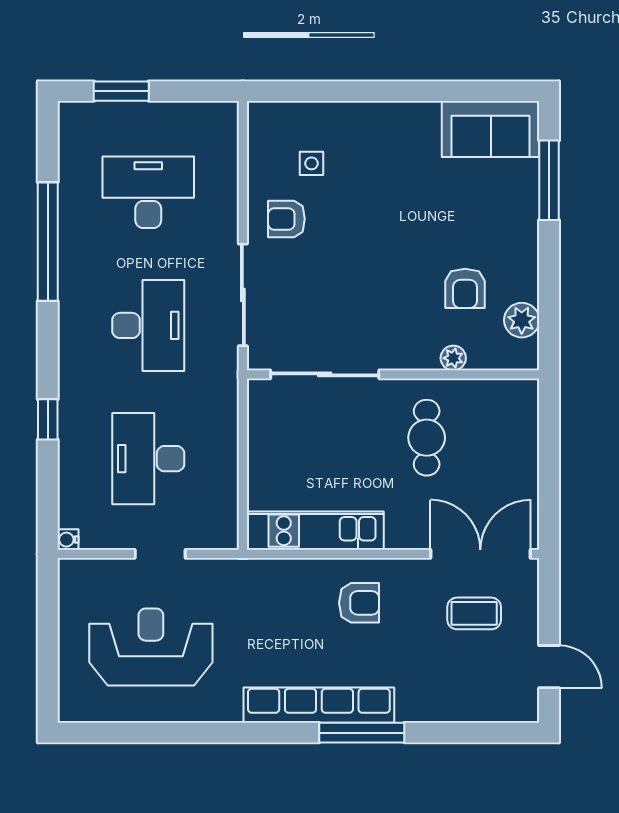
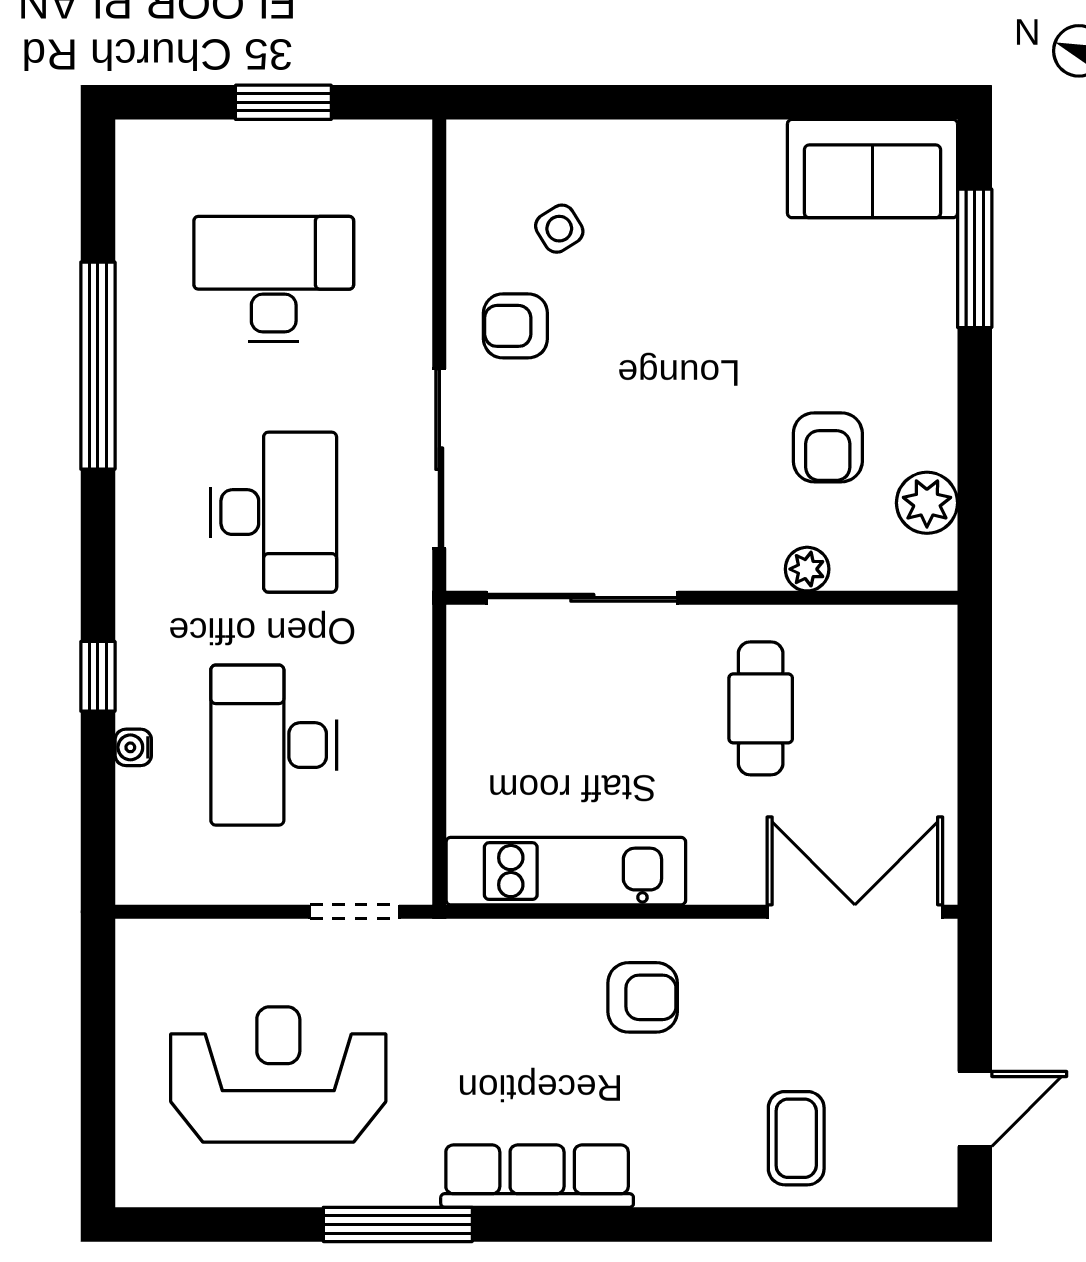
window: (121, 91) -> (283, 102), moved
side table: (311, 163) -> (559, 229), turned -32
water cooler: (68, 540) -> (133, 747), moved
doorway: (160, 554) -> (354, 912), moved
coffee table: (474, 613) -> (796, 1138), moved, turned 90
door: (549, 667) -> (975, 1109), hinge flipped
row of seats: (319, 705) -> (537, 1176), width x0.73
window: (362, 733) -> (398, 1224), moved

